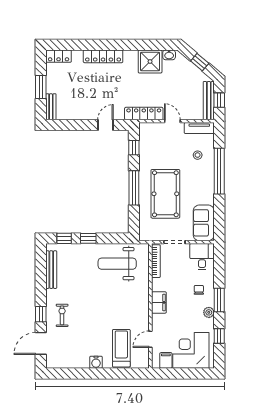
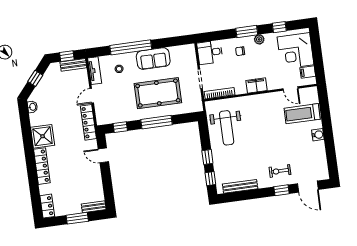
shower: (150, 61) -> (43, 136), moved
bench: (209, 101) -> (73, 65), width x0.73
sofa: (204, 223) -> (153, 59), moved

